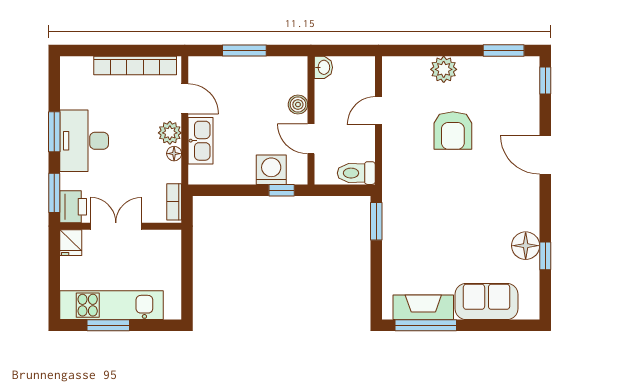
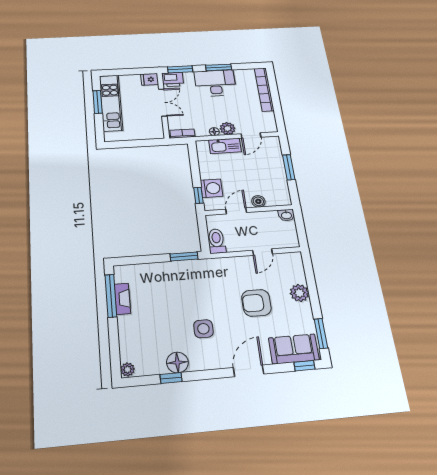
bookcase: (135, 65) -> (264, 89), moved
door: (378, 111) -> (263, 252), swing flipped
side table: (483, 207) -> (203, 329), added
sofa: (487, 302) -> (294, 349), moved, turned -90
fireplace: (423, 307) -> (122, 299), width x0.73, depth x0.76
plant: (529, 311) -> (127, 369), added

